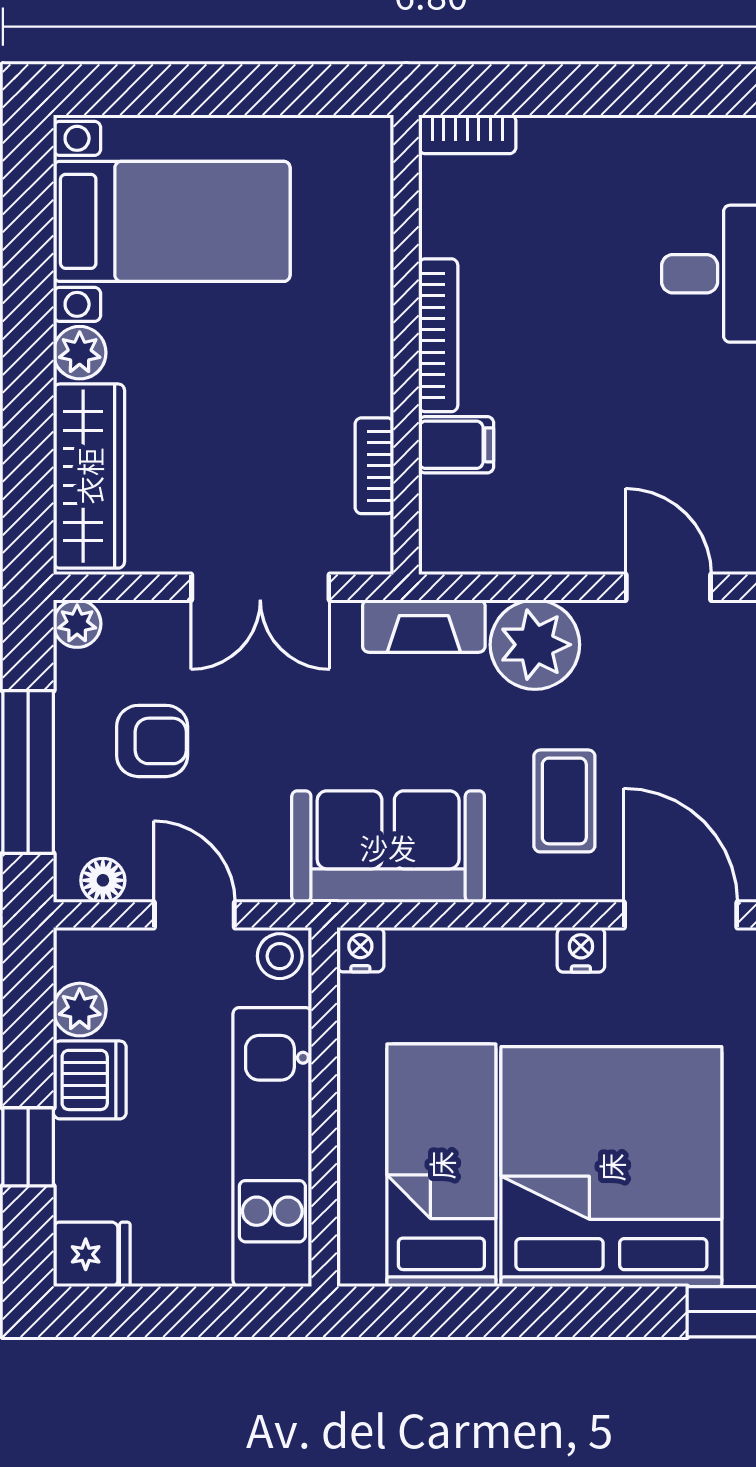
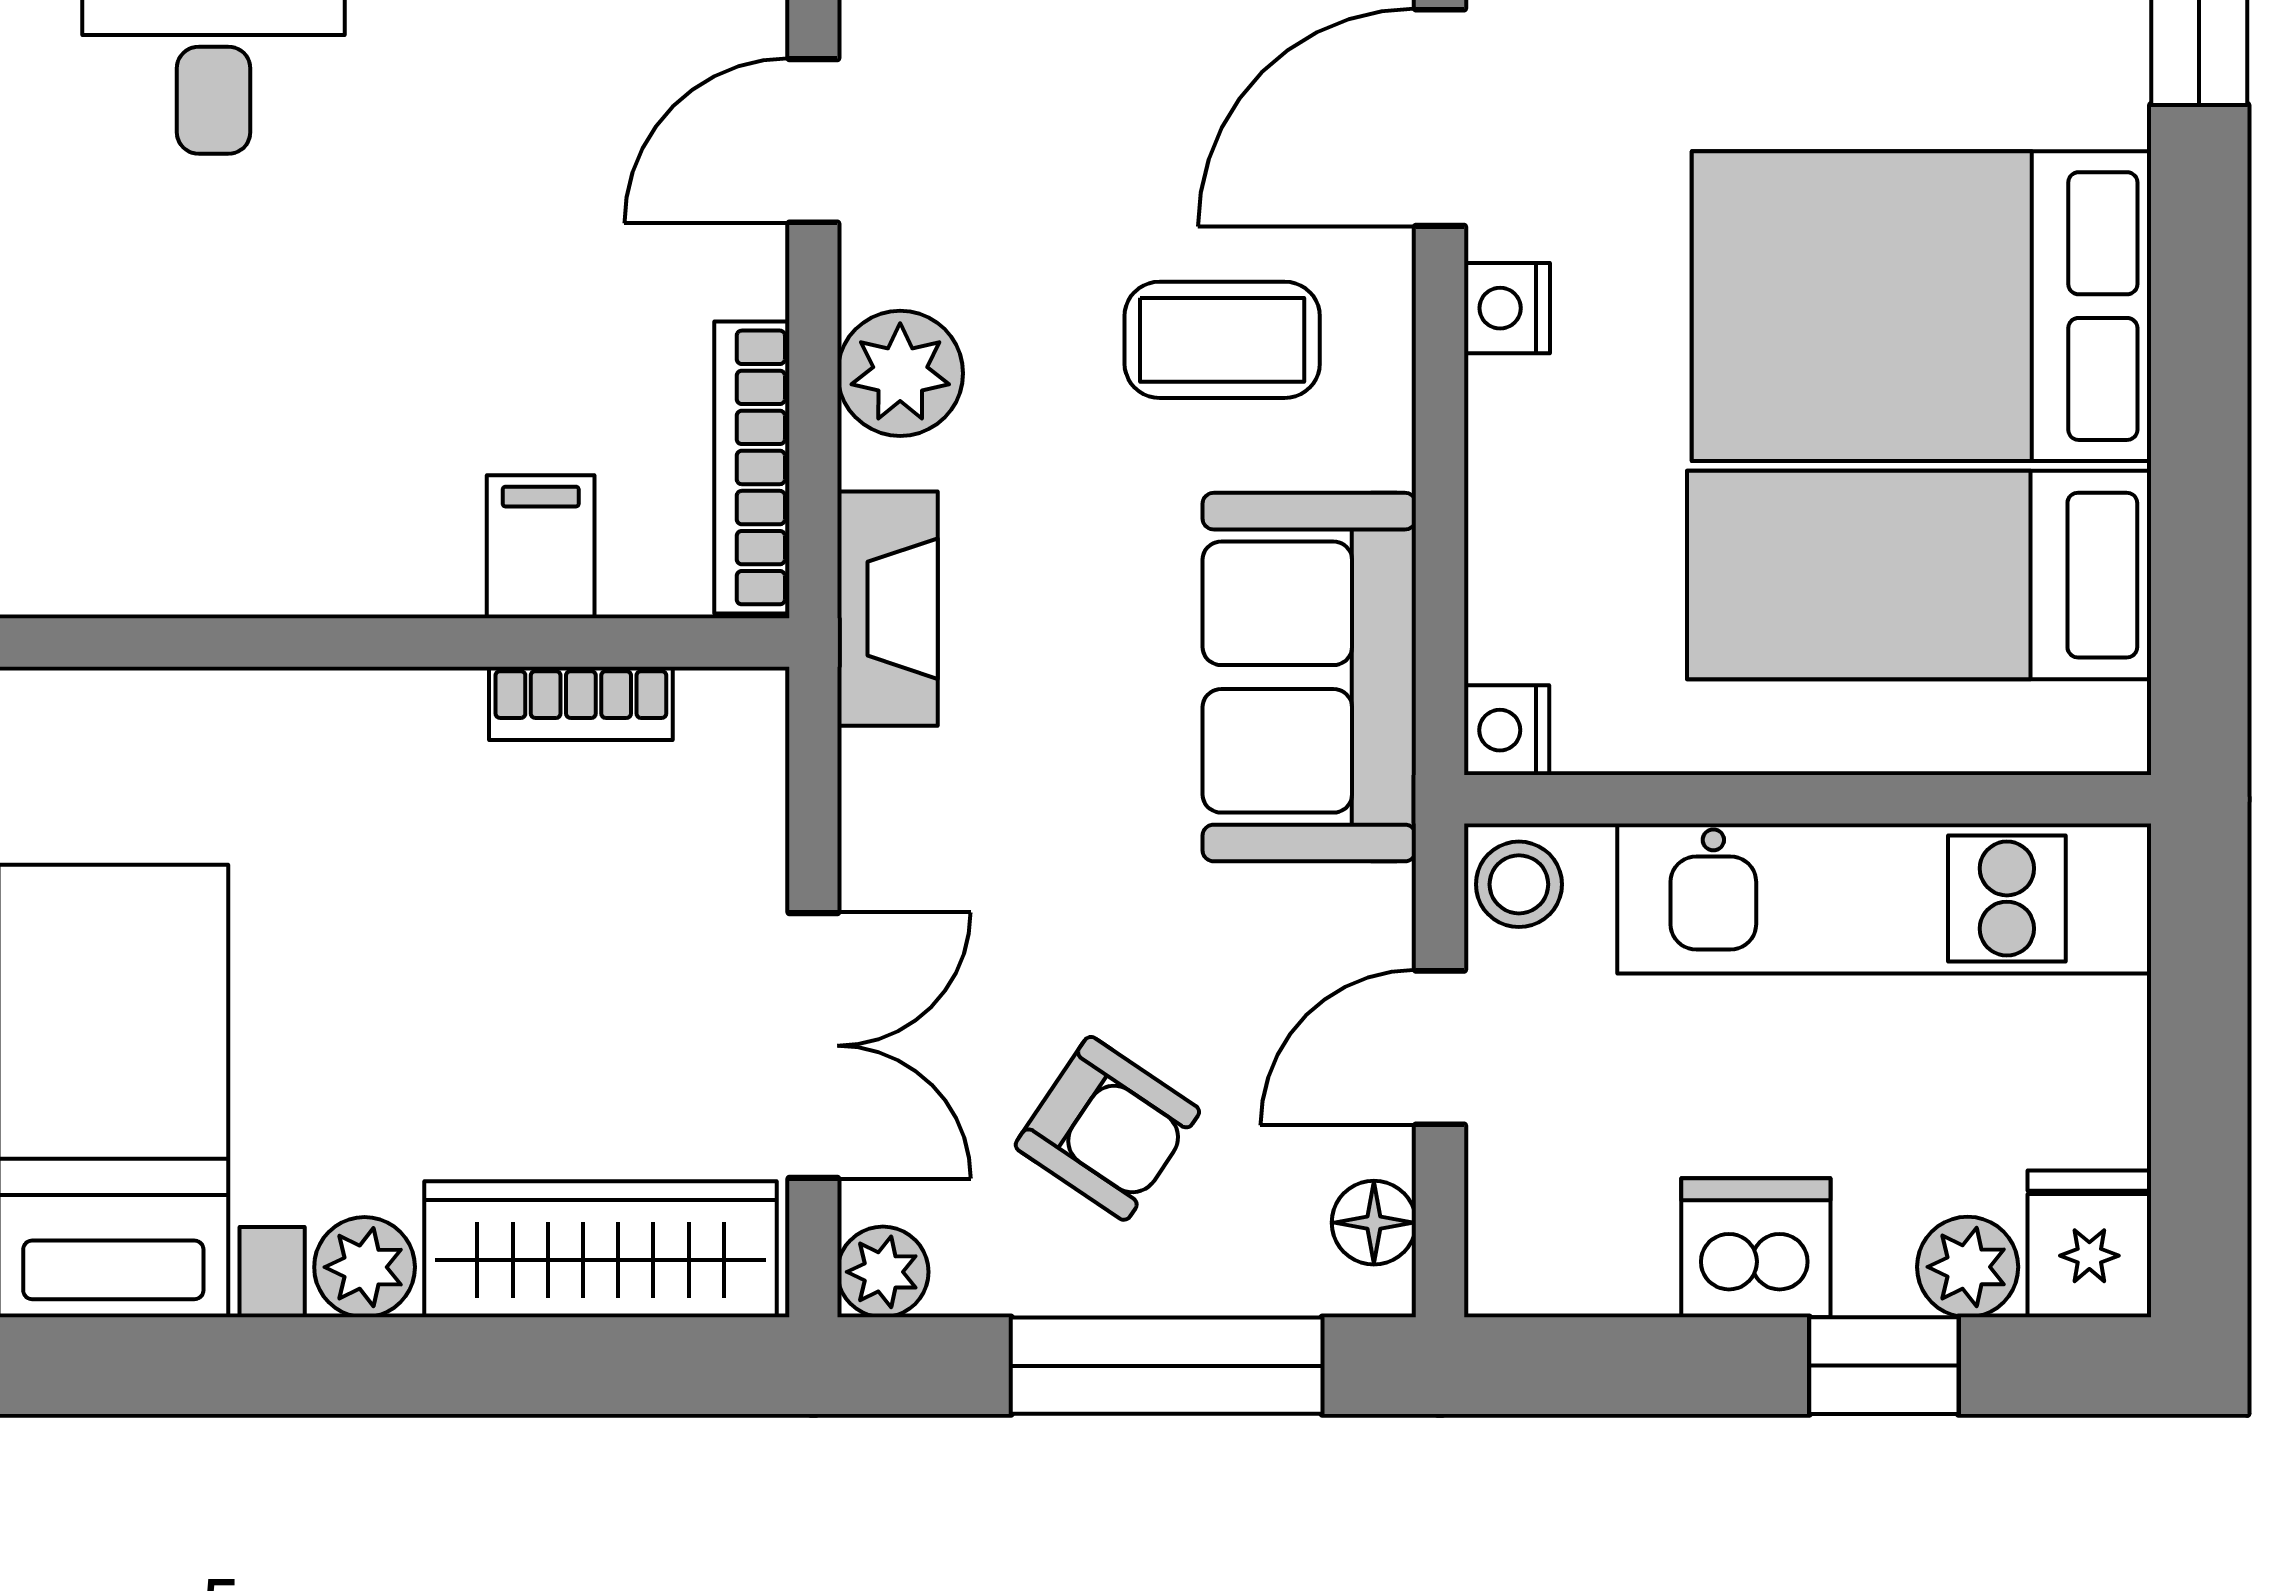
bookcase: (438, 335) -> (752, 467), moved, turned -90
double door: (260, 587) -> (813, 1046), moved
plant: (535, 645) -> (900, 373), width x0.73, depth x0.73
armchair: (152, 741) -> (1107, 1128), turned 124
plant: (80, 1010) -> (1968, 1267), moved
bed: (611, 1167) -> (1921, 306), width x0.73

